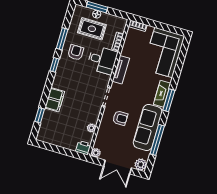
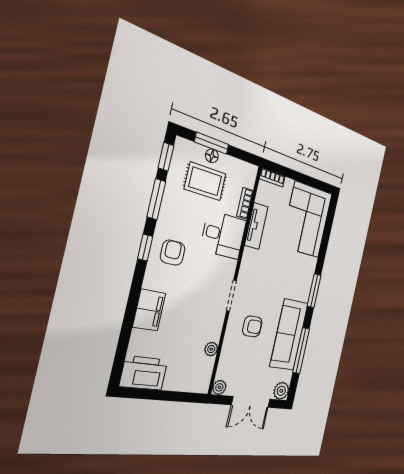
armchair: (76, 52) -> (173, 253), moved
tv unit: (121, 70) -> (256, 226), moved
fireplace: (162, 94) -> (306, 282), removed
window: (40, 115) -> (166, 157), moved
printer: (83, 148) -> (144, 373), moved, width x1.87, depth x1.48

